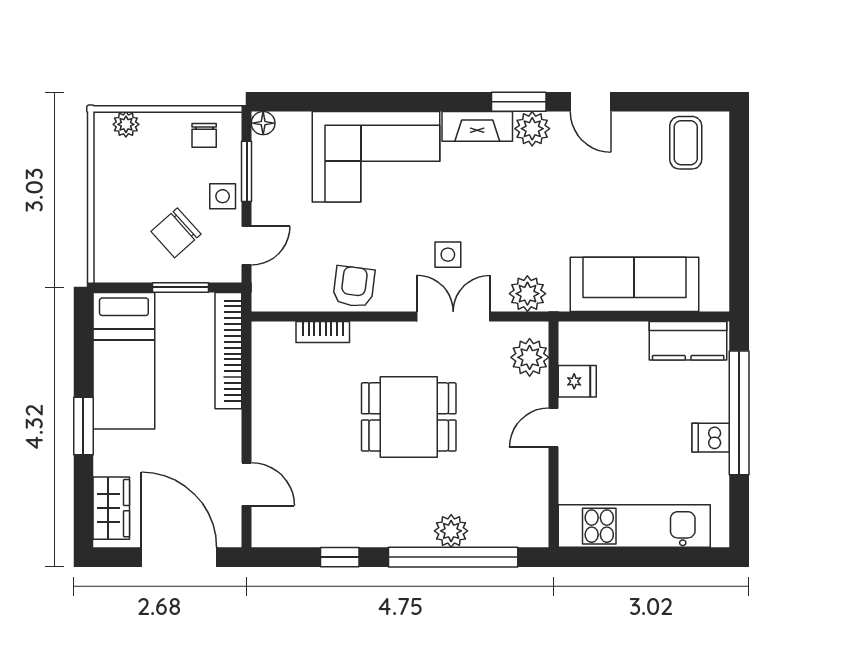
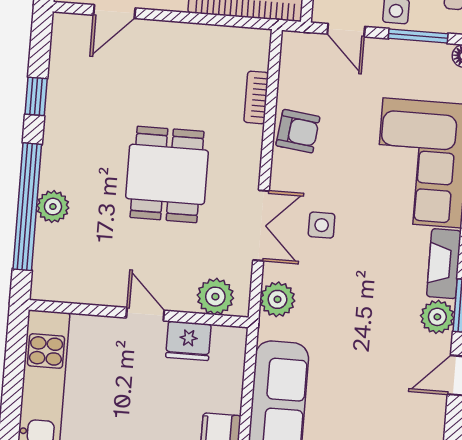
fridge: (577, 381) -> (188, 341), width x1.38

